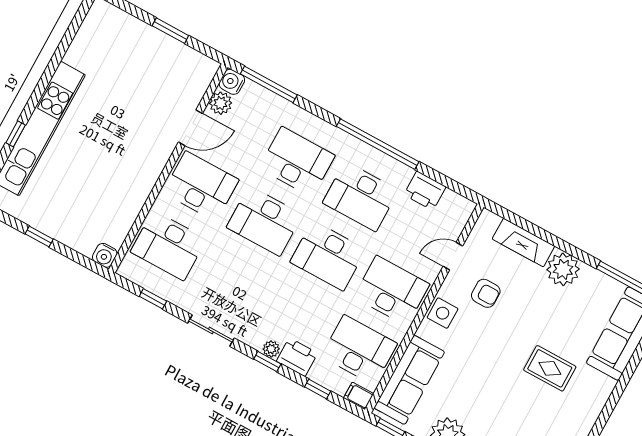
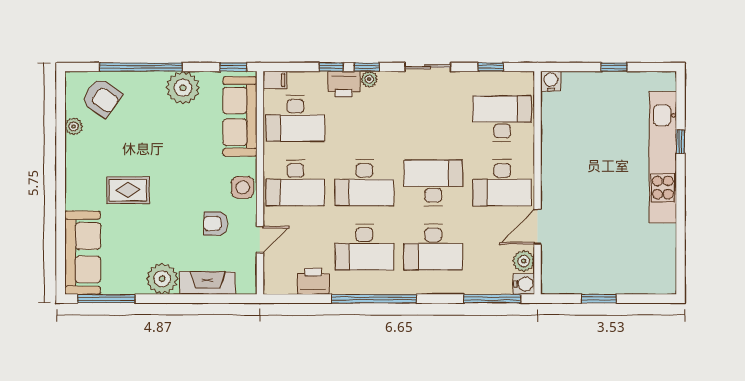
desk: (361, 196) -> (364, 247), turned 180
desk: (328, 256) -> (364, 183), turned 180
window: (318, 389) -> (331, 67), moved

